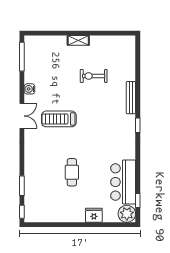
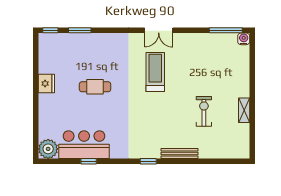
shelving: (78, 40) -> (244, 110), moved
water cooler: (29, 89) -> (244, 39), moved
window: (138, 200) -> (89, 161), moved
fridge: (94, 215) -> (46, 84), moved

